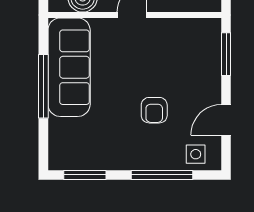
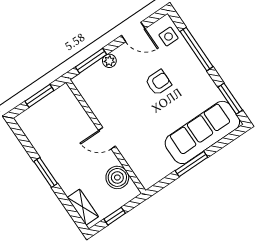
sofa: (69, 67) -> (202, 132), moved
plant: (213, 74) -> (109, 61), added
window: (43, 86) -> (191, 164), width x0.69

